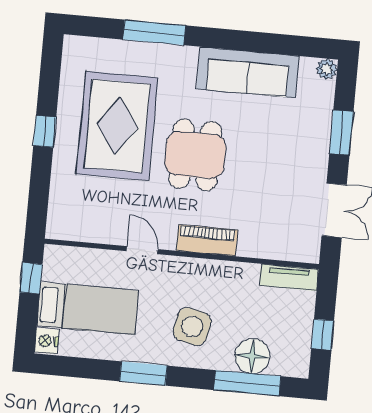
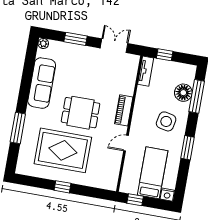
window: (323, 334) -> (165, 55), moved

